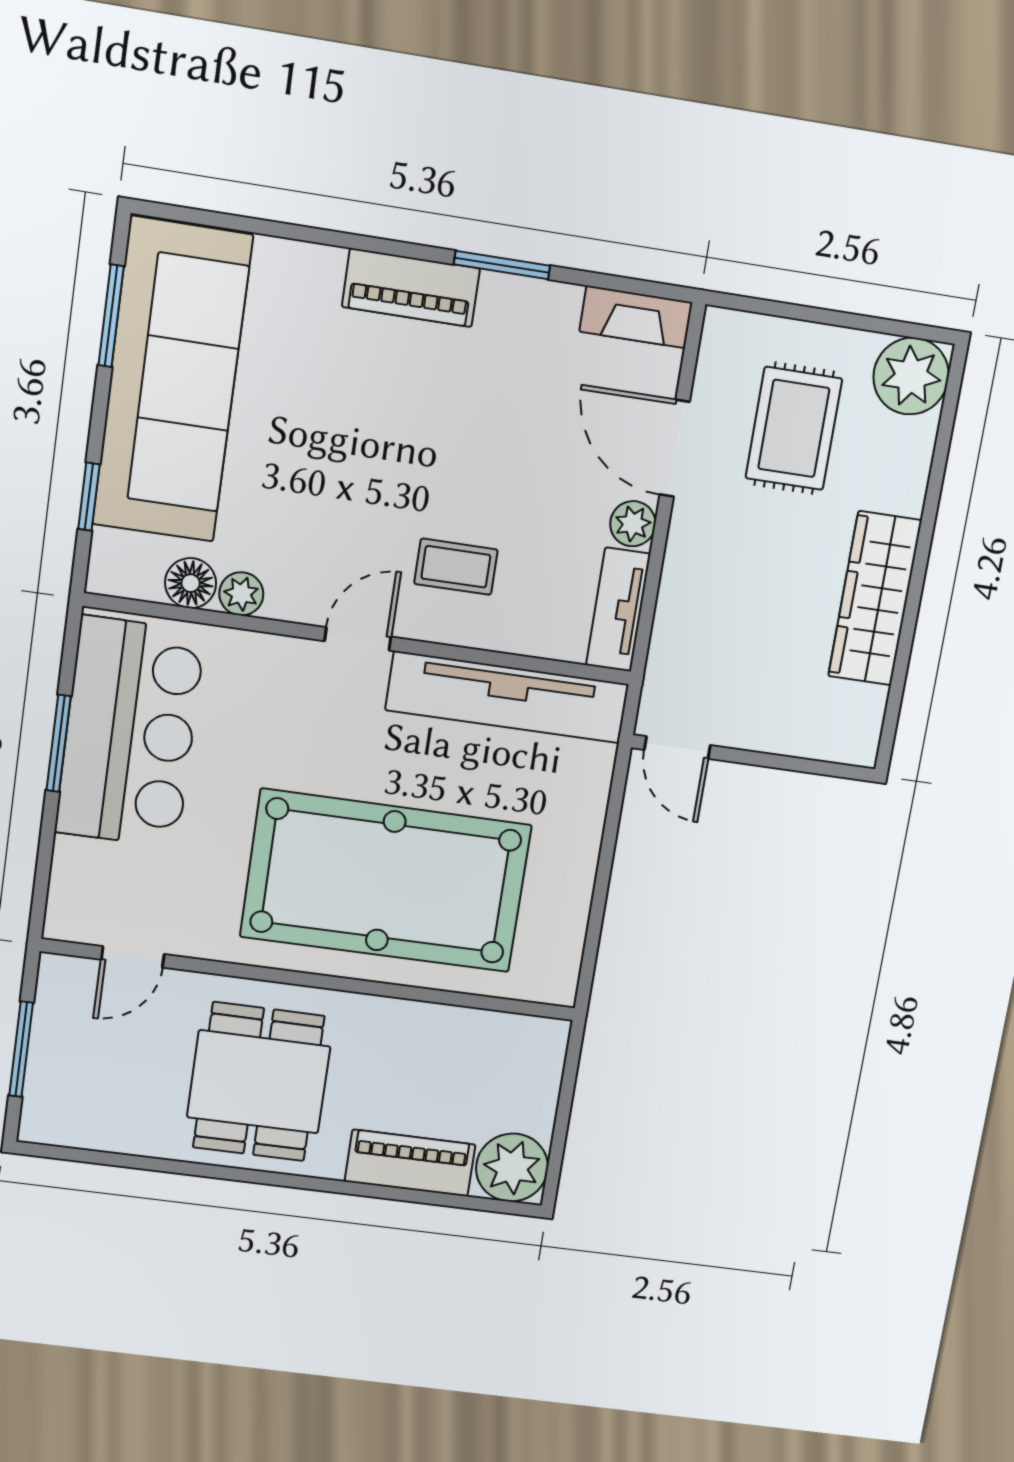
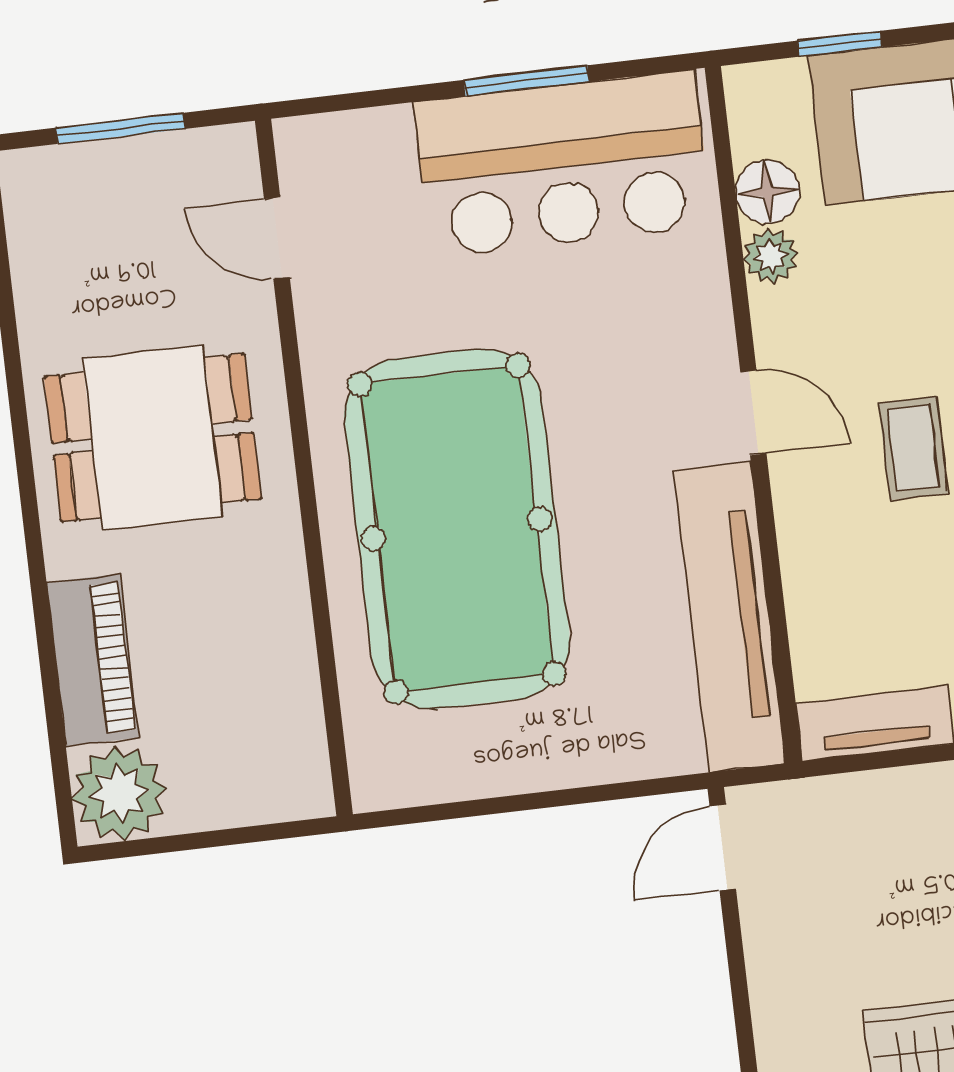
coffee table: (456, 567) -> (913, 448), moved

